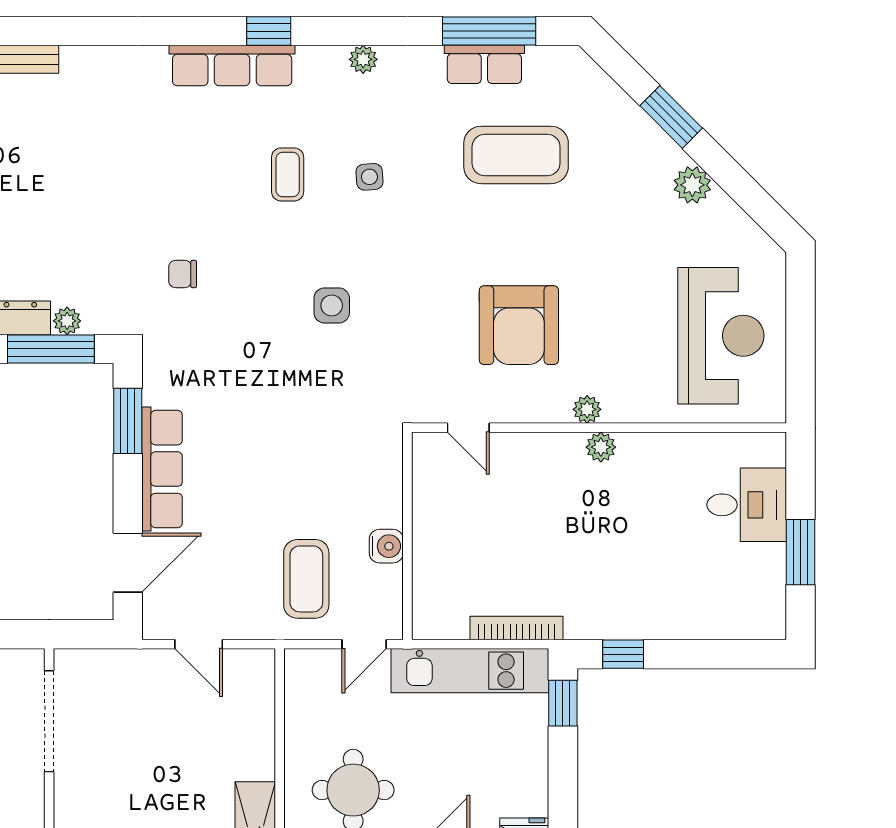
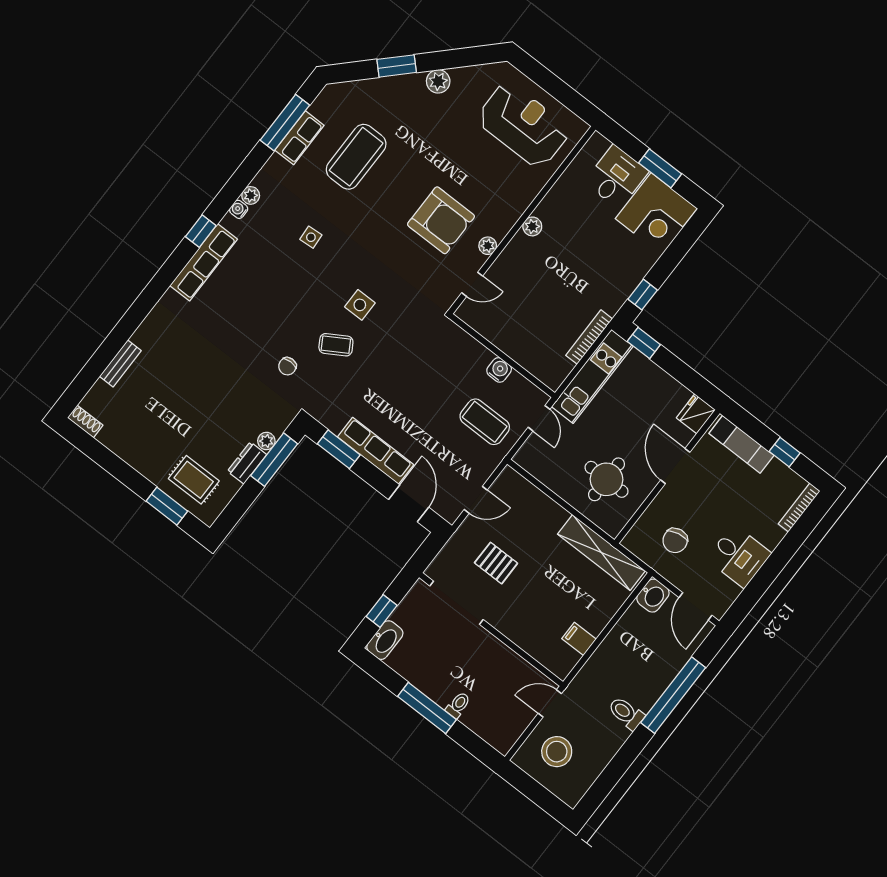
water cooler: (334, 58) -> (239, 209), added
coffee table: (288, 174) -> (336, 345), moved, turned -31
plant: (587, 409) -> (488, 246), moved
corner desk: (739, 592) -> (656, 214), added
pallet: (138, 732) -> (496, 563), added

